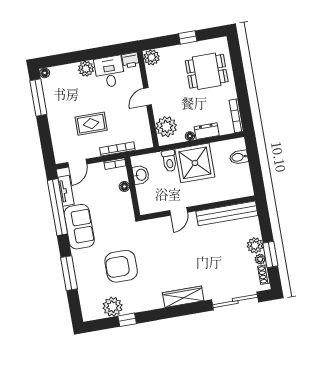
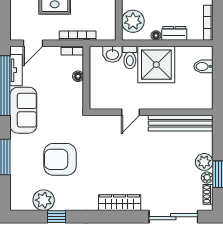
washbasin: (141, 175) -> (112, 54), moved, turned 90

